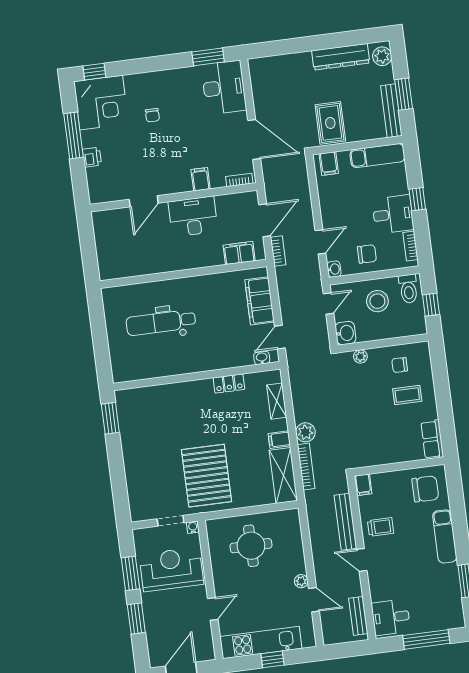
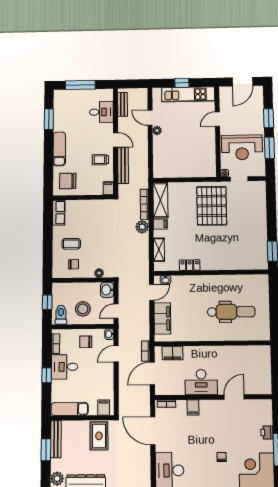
round table: (251, 546) -> (187, 157), removed
desk: (391, 617) -> (101, 112), moved

